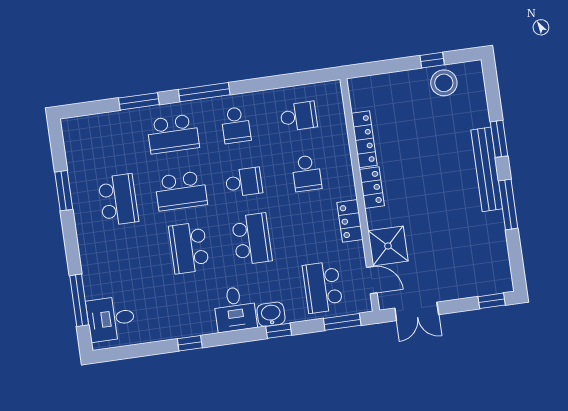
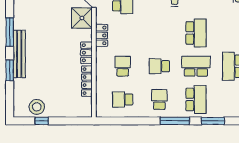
school desk: (173, 134) -> (196, 99), turned 90
school desk: (252, 239) -> (159, 33), removed

